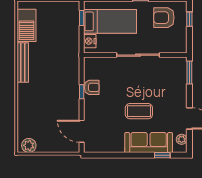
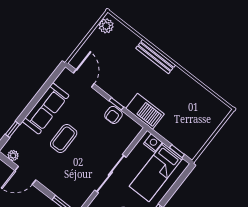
barbecue: (27, 25) -> (145, 111), moved, turned 180
bench: (23, 63) -> (156, 57), moved
door: (82, 131) -> (84, 78), hinge flipped
sofa: (149, 142) -> (46, 108), moved

